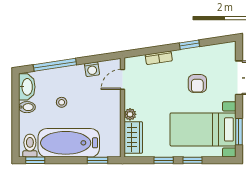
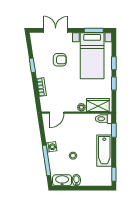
washing machine: (92, 69) -> (51, 147), moved
door: (122, 79) -> (57, 113), hinge flipped
bathtub: (69, 143) -> (104, 151), width x0.73, depth x0.73
toilet: (30, 146) -> (104, 119), moved

